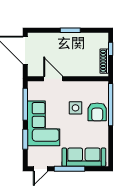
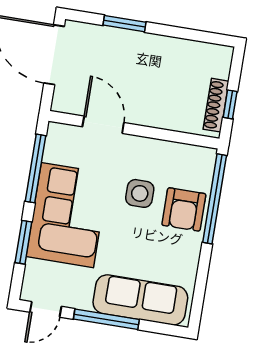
window: (70, 30) -> (125, 24), moved
window: (111, 49) -> (230, 104), moved

